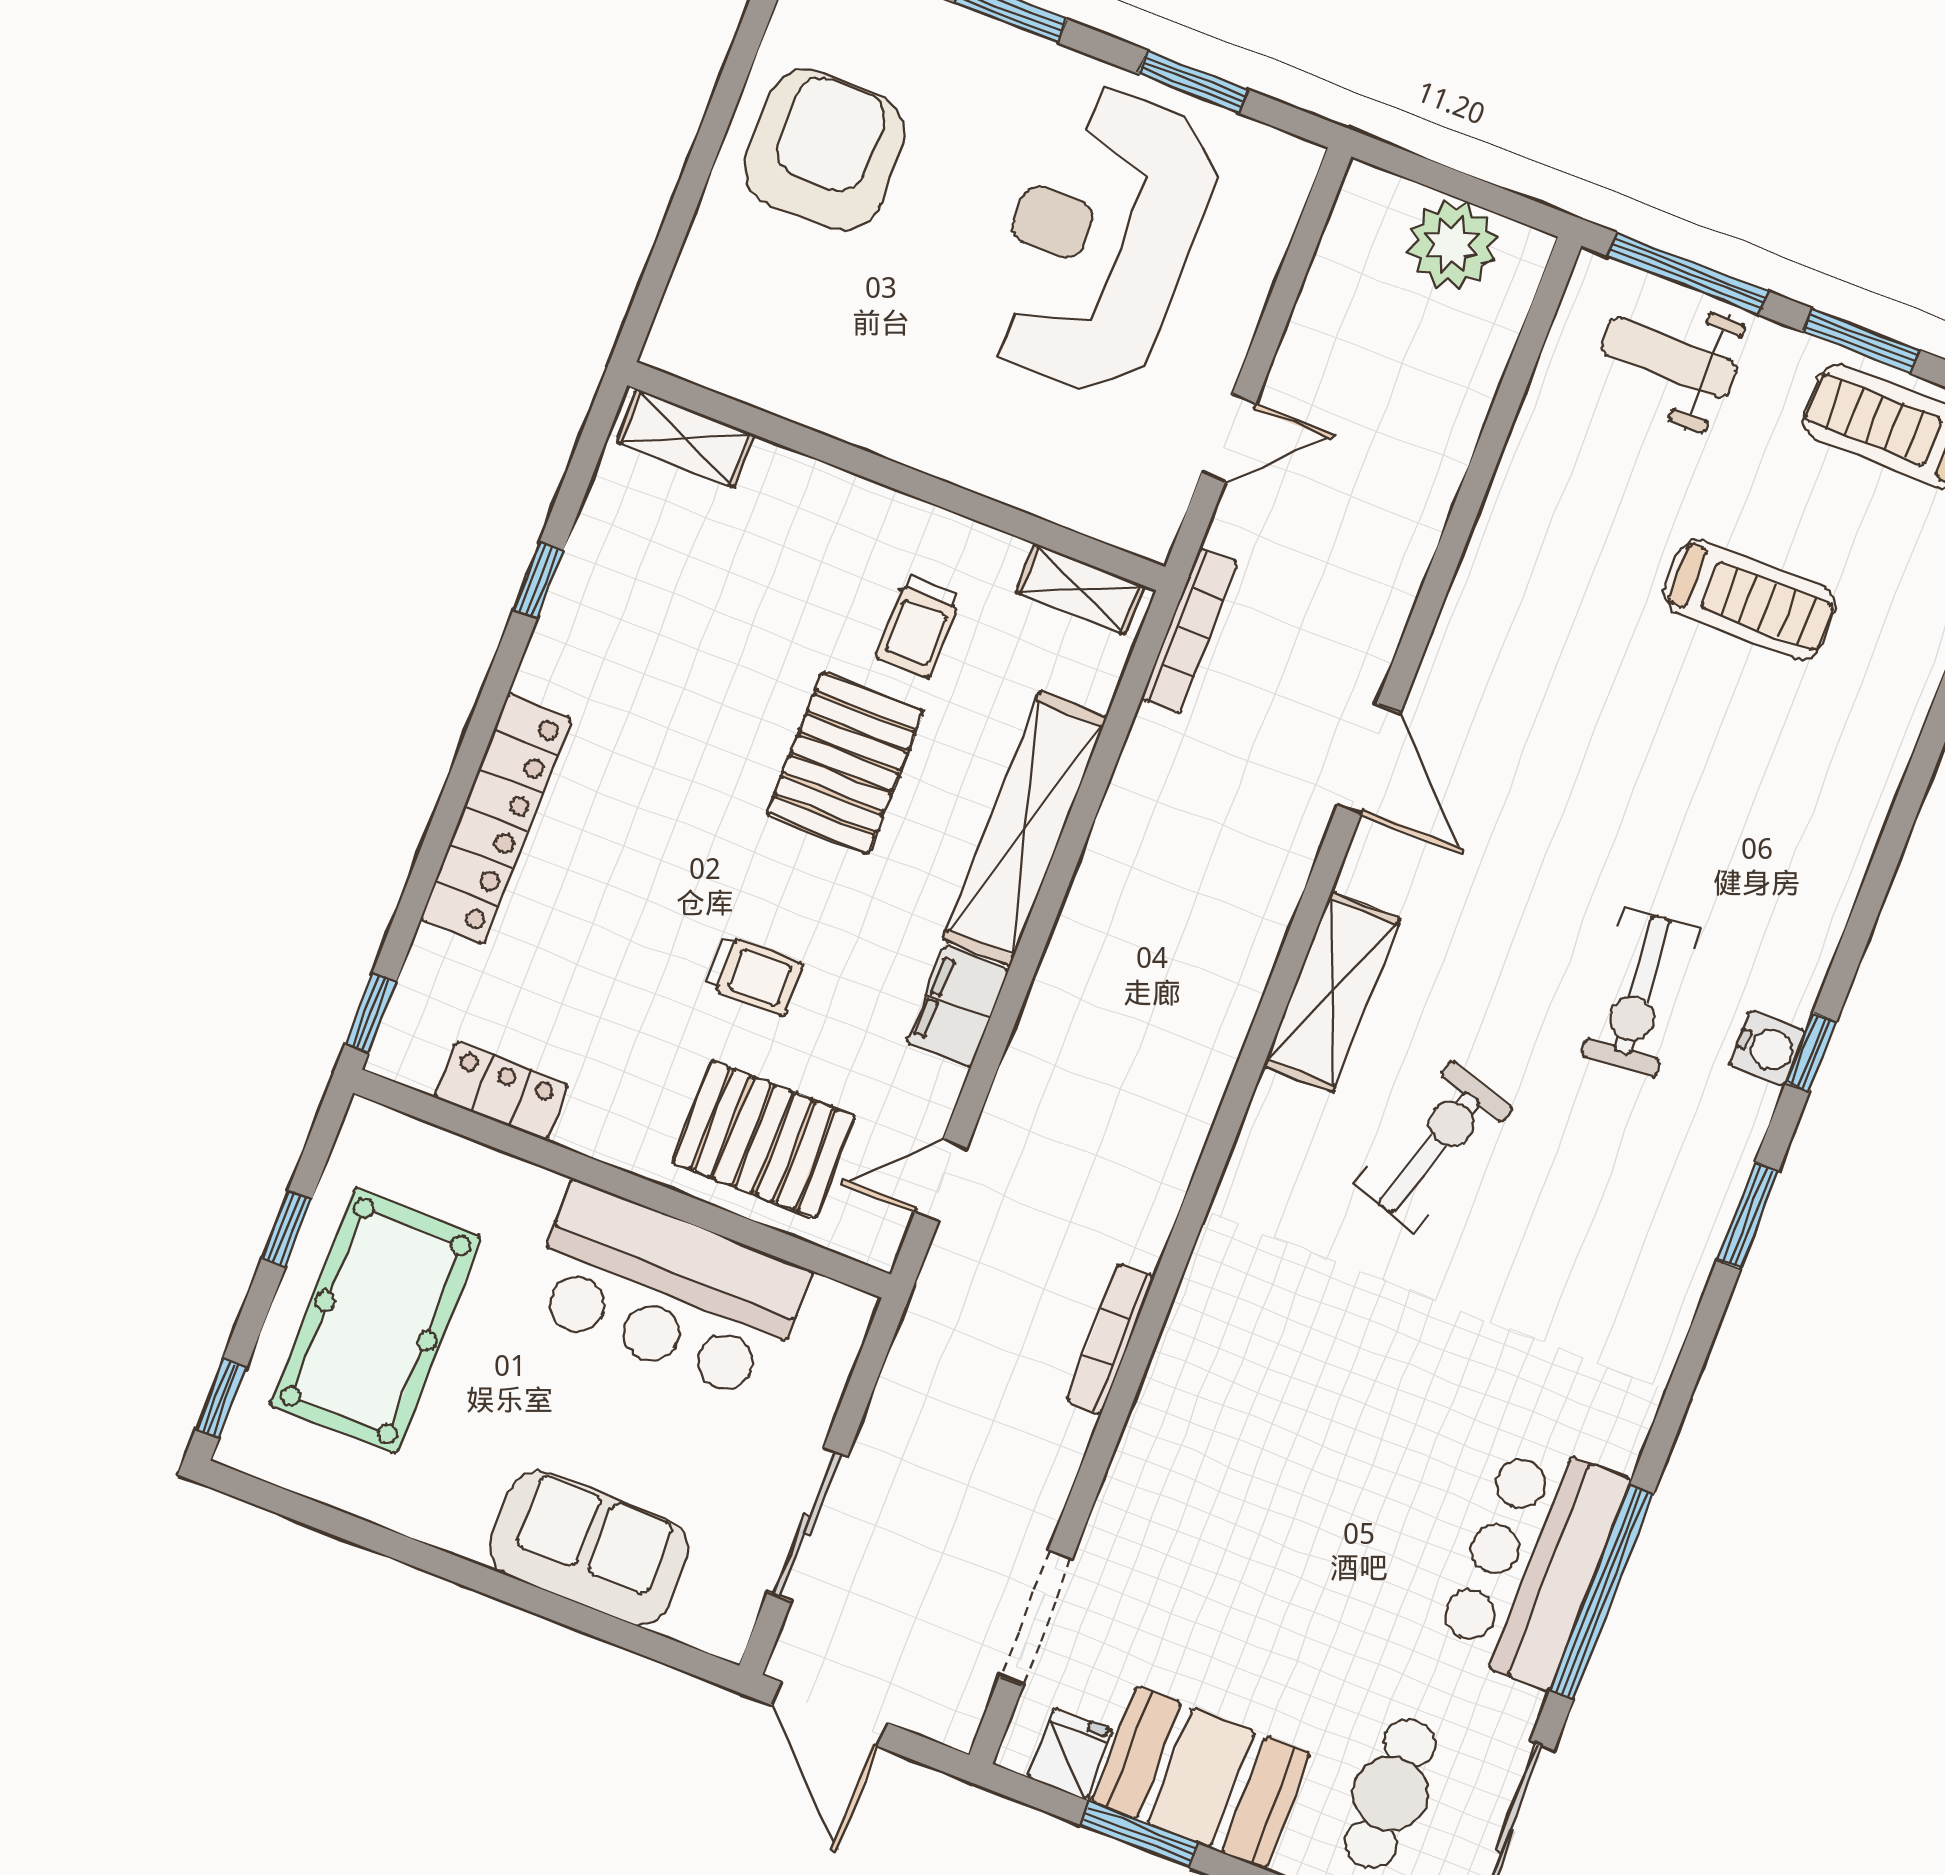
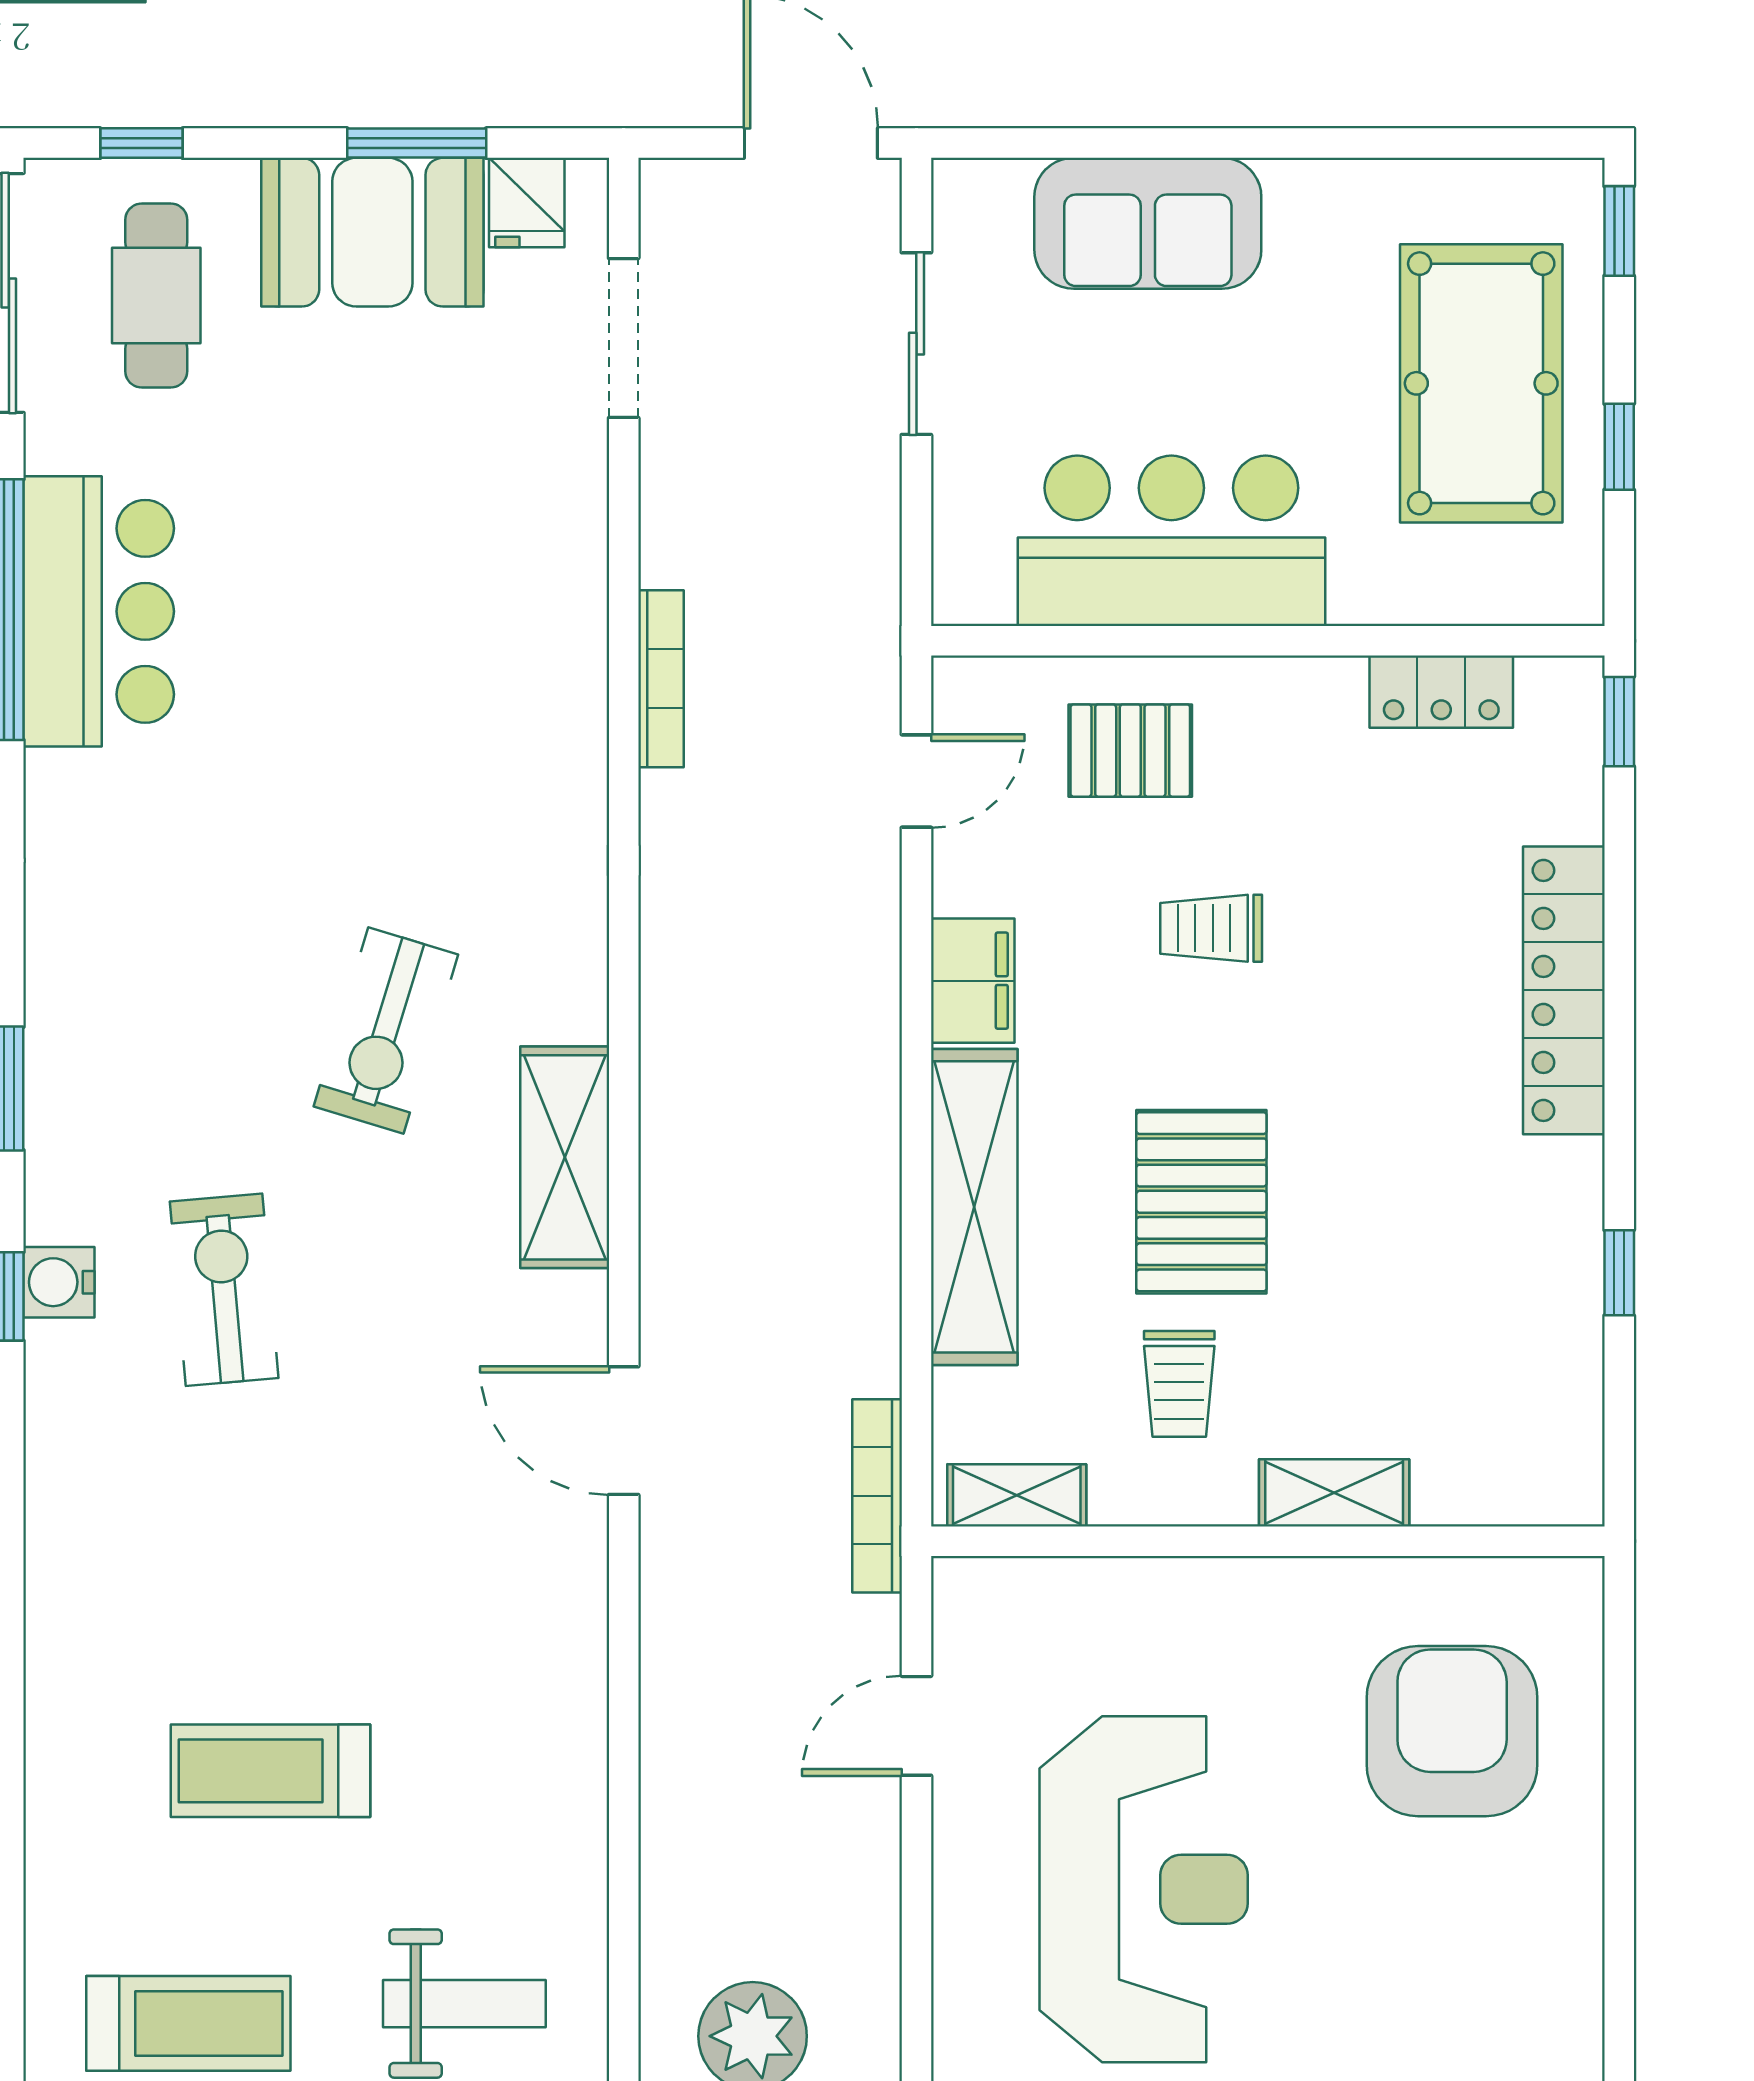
armchair: (824, 150) -> (1452, 1731), moved, turned 180
shelving: (686, 438) -> (1334, 1493), moved
trolley: (918, 627) -> (1179, 1384), turned 180
pallet: (763, 1139) -> (1130, 751), width x0.67, depth x0.71

